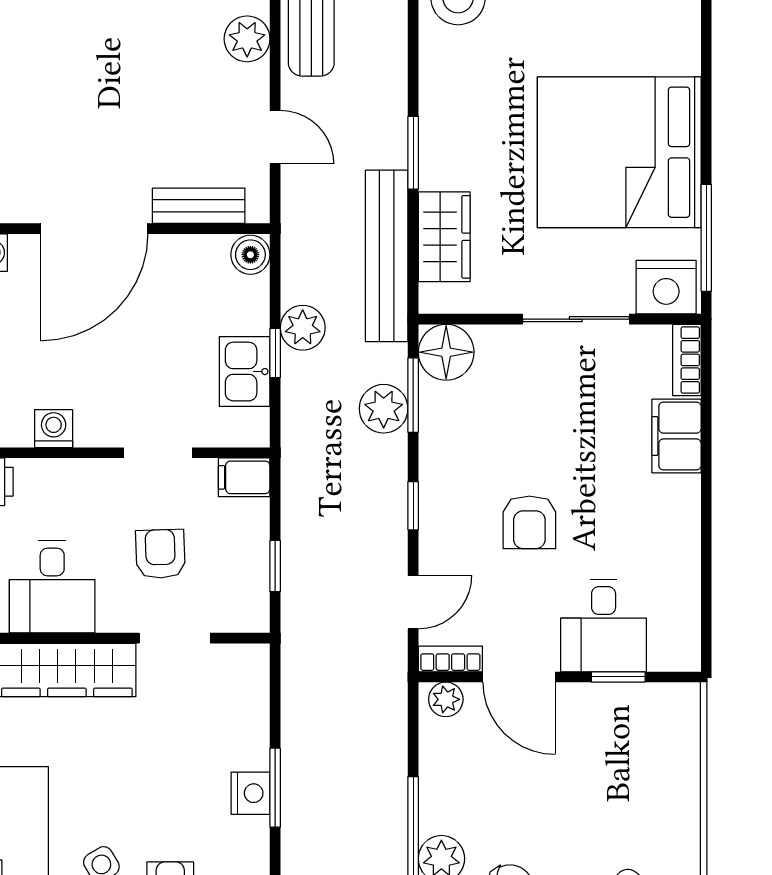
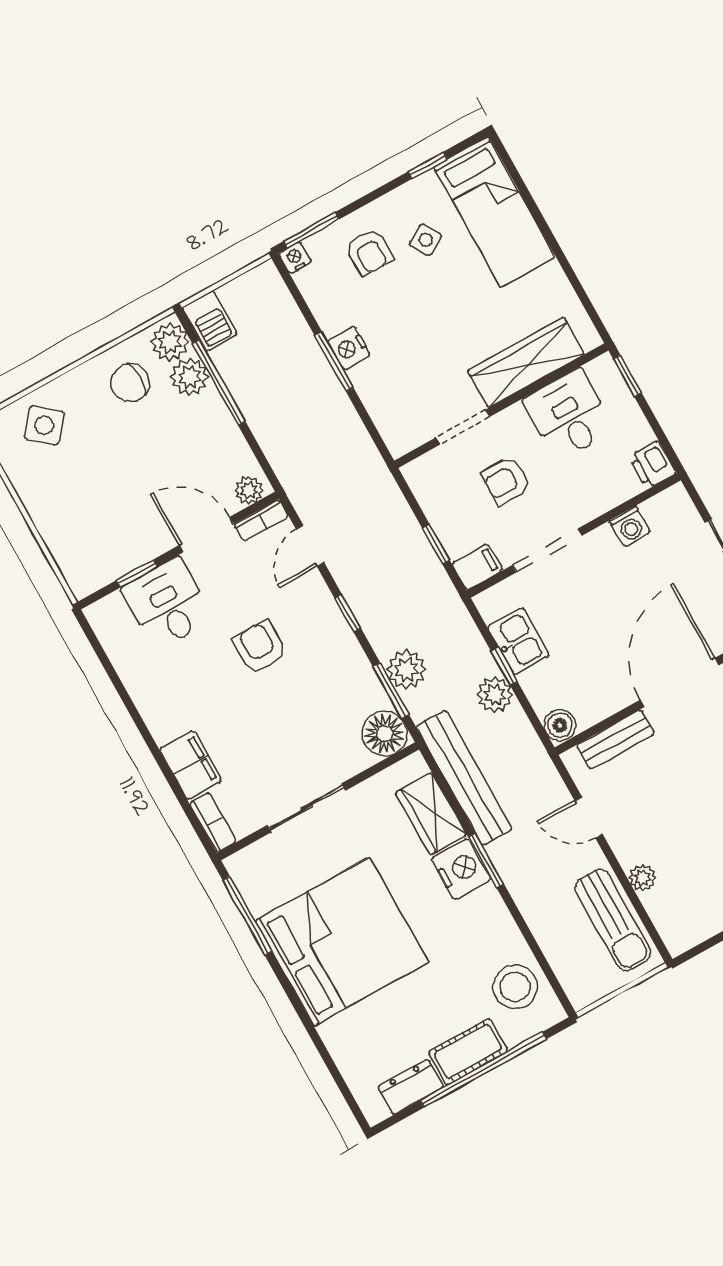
plant: (247, 39) -> (642, 878), width x0.73, depth x0.73
nightstand: (666, 287) -> (461, 869), moved, turned 90
doorway: (158, 453) -> (547, 550), width x1.38
armchair: (160, 554) -> (506, 480), turned 92
window: (275, 566) -> (436, 544), moved

